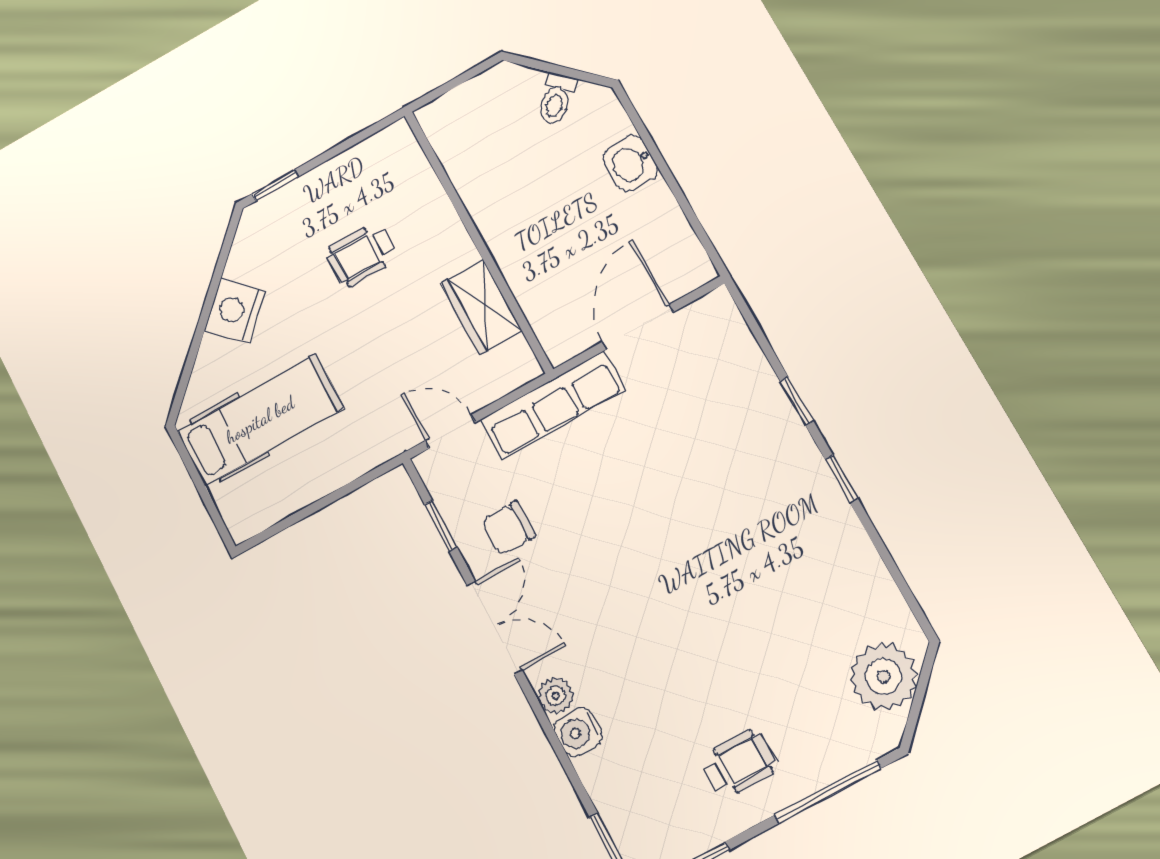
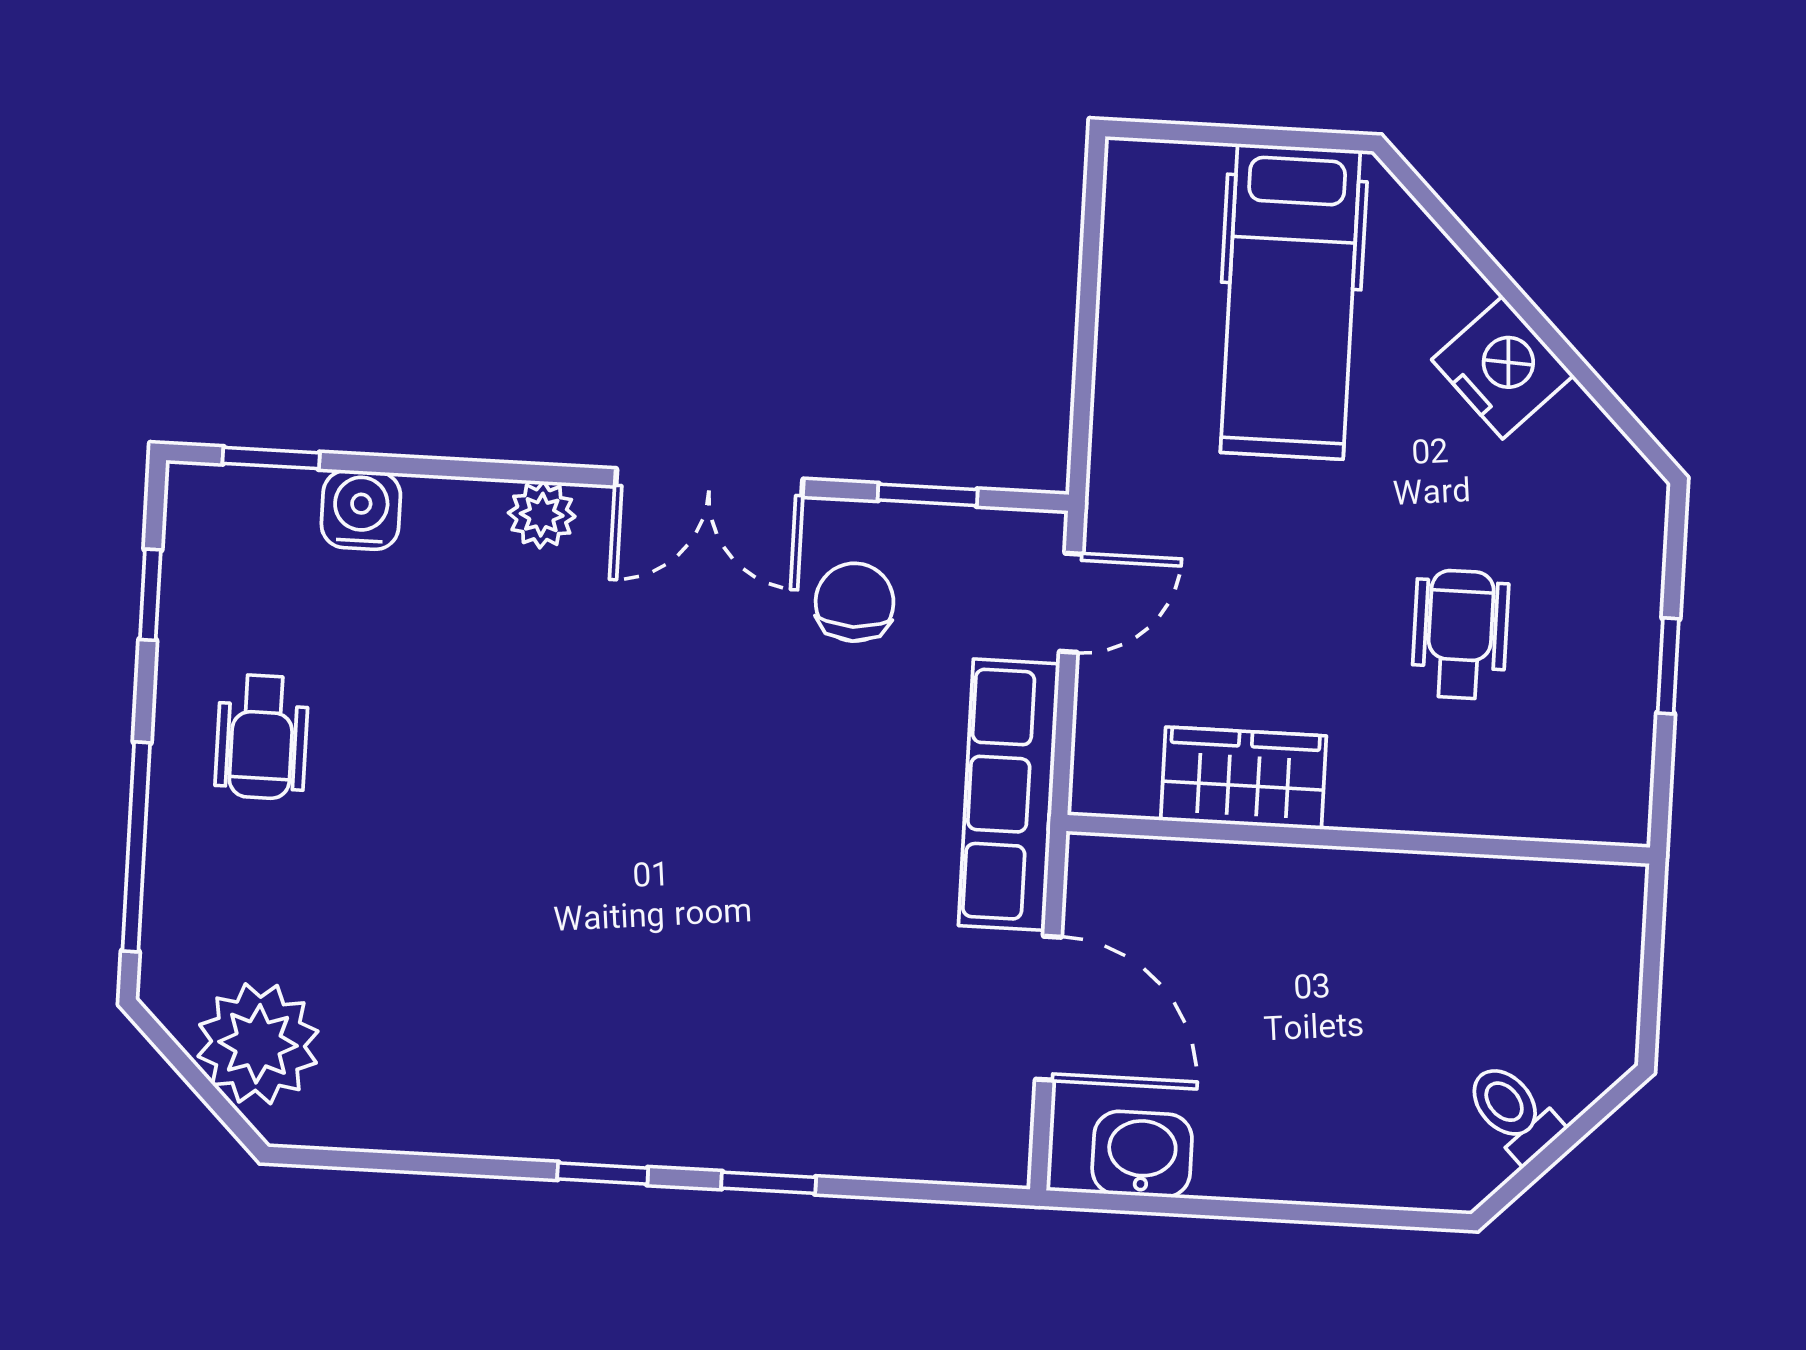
washbasin: (631, 163) -> (1142, 1154), moved
window: (275, 185) -> (1668, 666), moved
water cooler: (578, 732) -> (361, 510), moved

